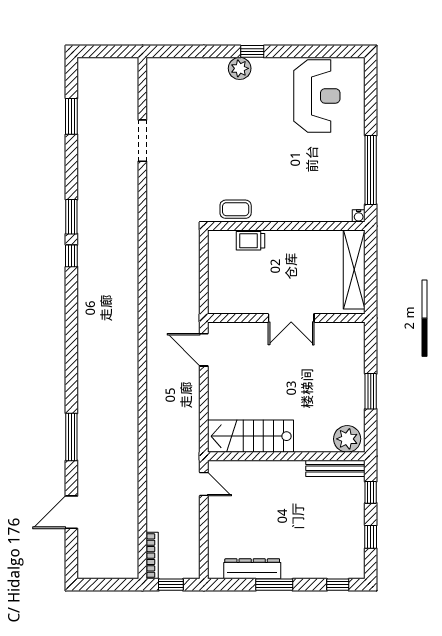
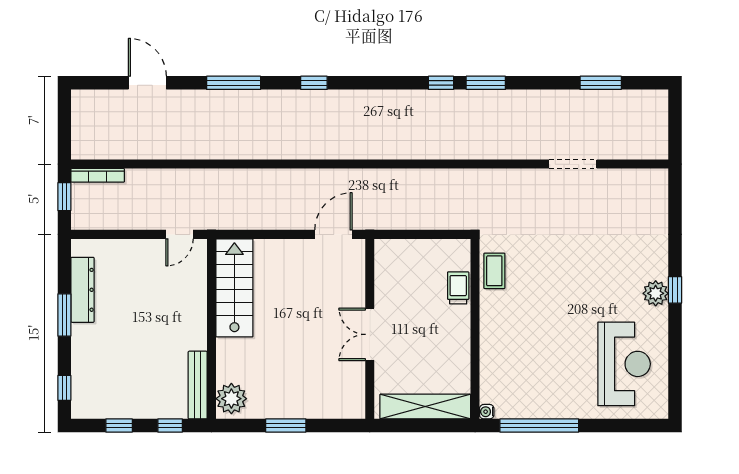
plant: (240, 68) -> (656, 293), moved
reception desk: (317, 96) -> (624, 364), turned -90
window: (71, 367) -> (314, 83), added

